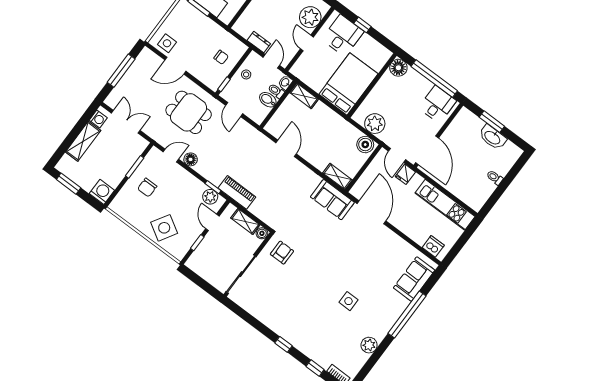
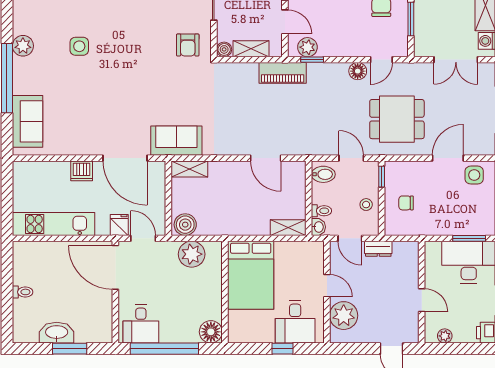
bidet: (268, 100) -> (323, 174), moved
dishwasher: (433, 246) -> (82, 171), moved
plant: (369, 345) -> (23, 46), moved

